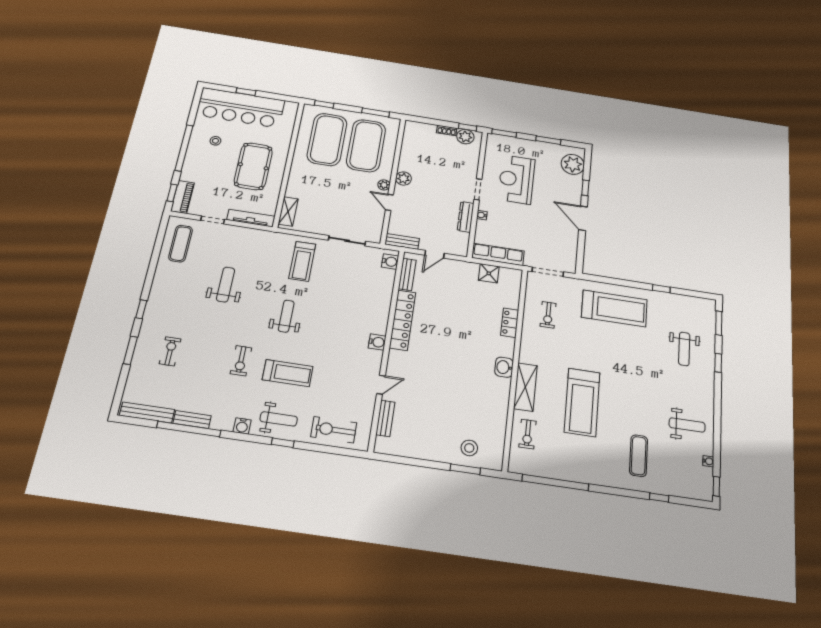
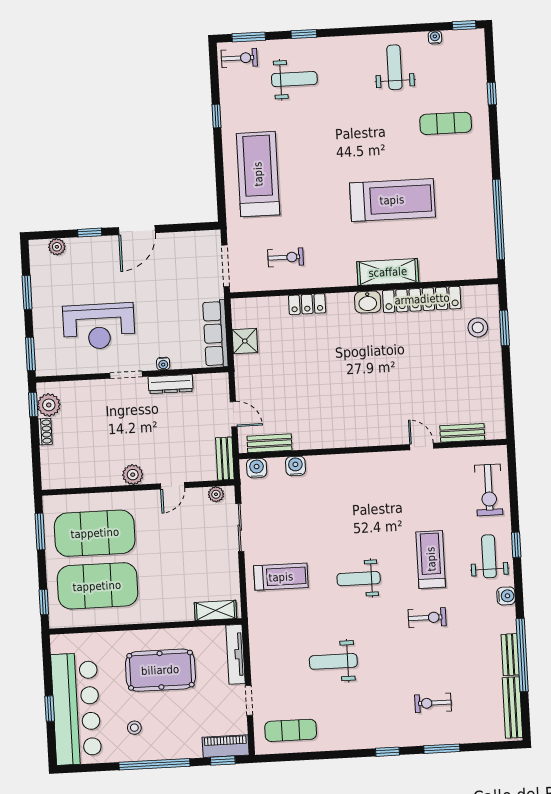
plant: (573, 164) -> (57, 247), width x0.53, depth x0.53
plant: (384, 185) -> (216, 494), moved
locker: (403, 320) -> (422, 299), moved, turned 180
water cooler: (377, 342) -> (295, 466), moved
exercise bike: (528, 434) -> (239, 58), moved

